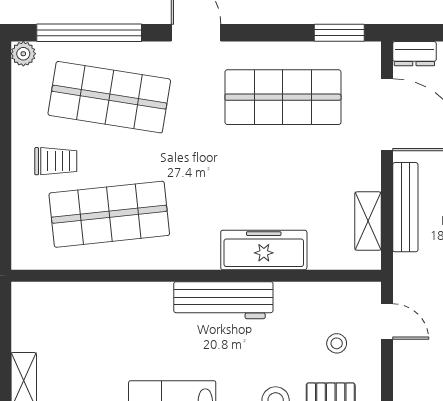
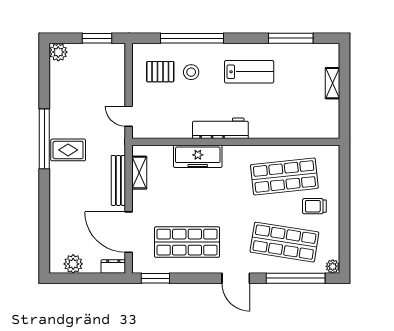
stool: (337, 343) -> (157, 104), removed

